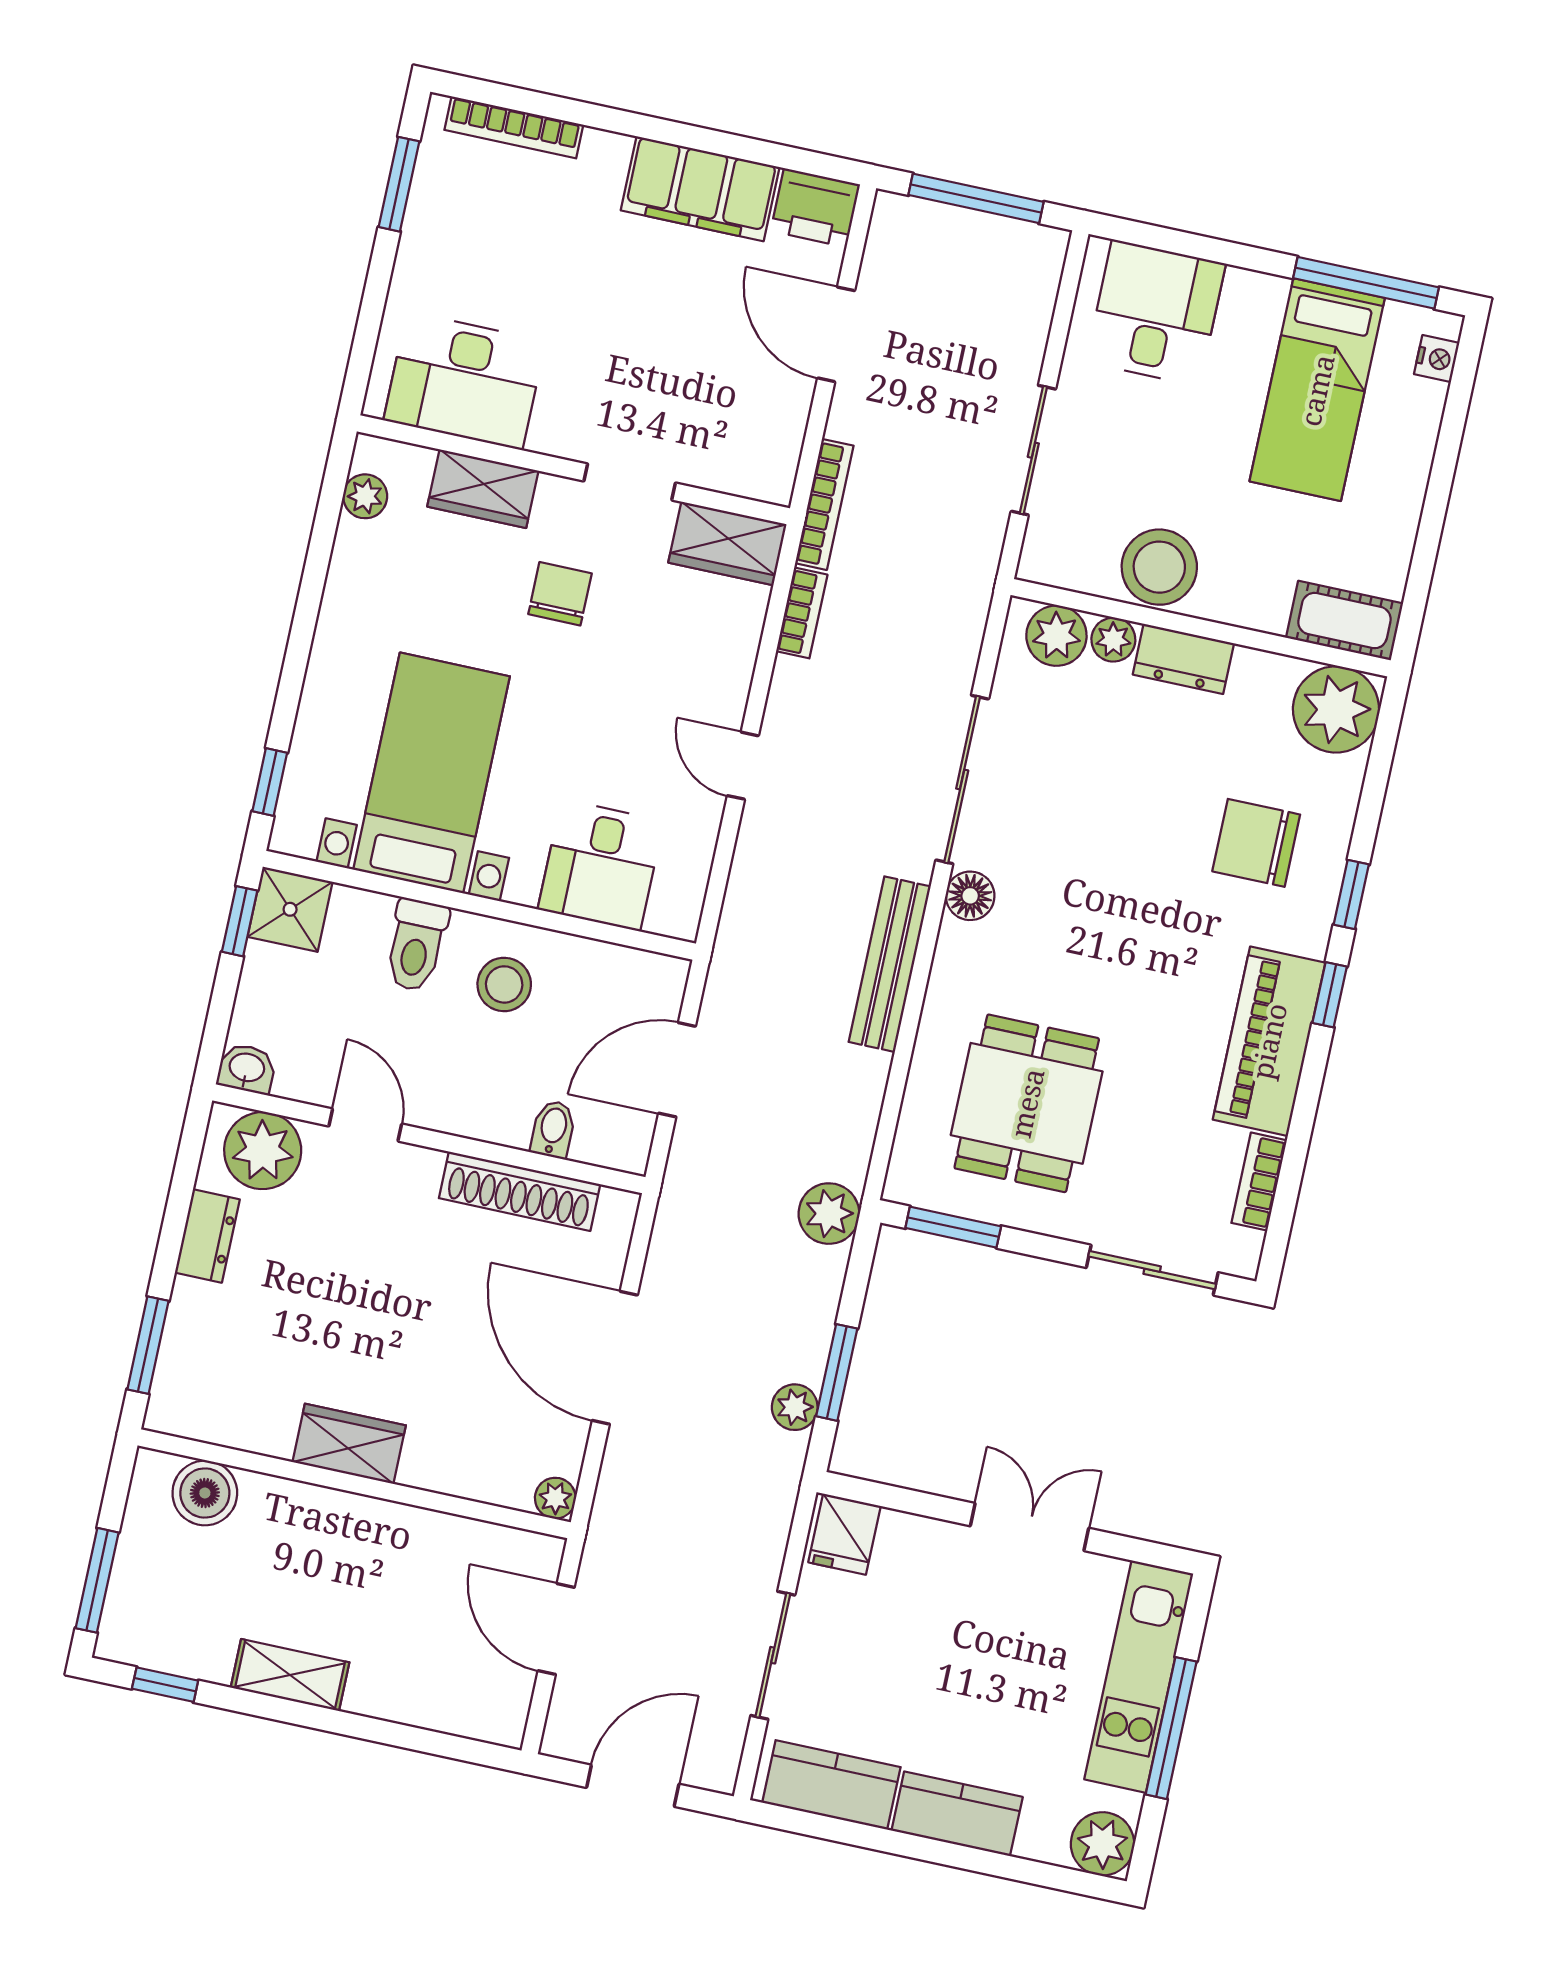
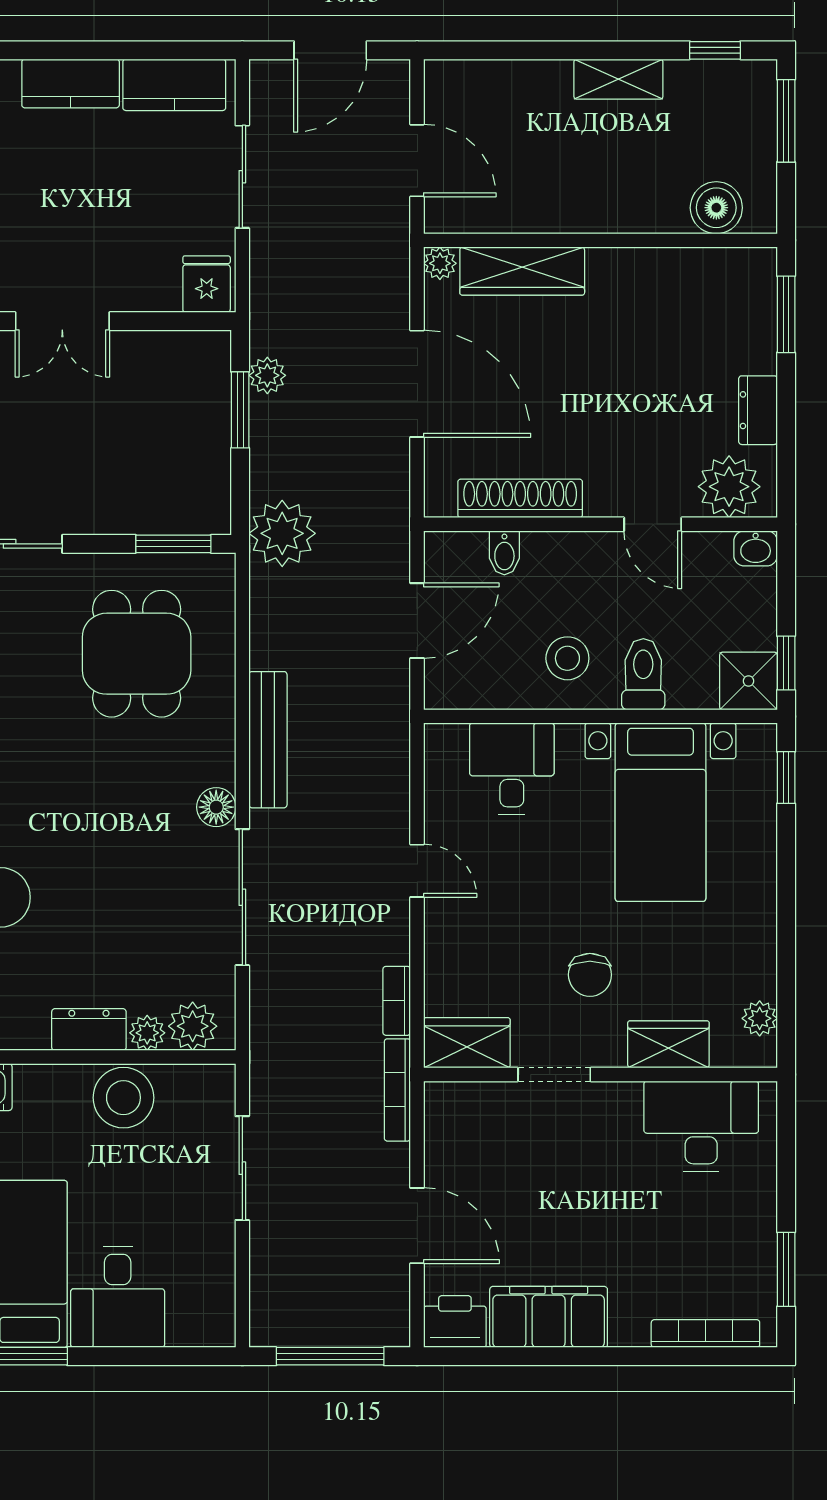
desk: (1156, 313) -> (118, 1297), moved
plant: (829, 1214) -> (282, 533), width x1.36, depth x1.36
wardrobe: (349, 1444) -> (522, 271), moved, width x1.50

